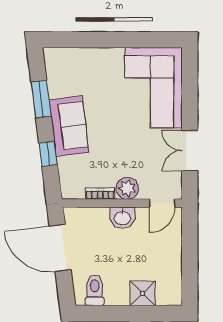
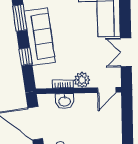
sofa: (69, 126) -> (40, 37), width x1.36
washbasin: (122, 218) -> (65, 101), moved

